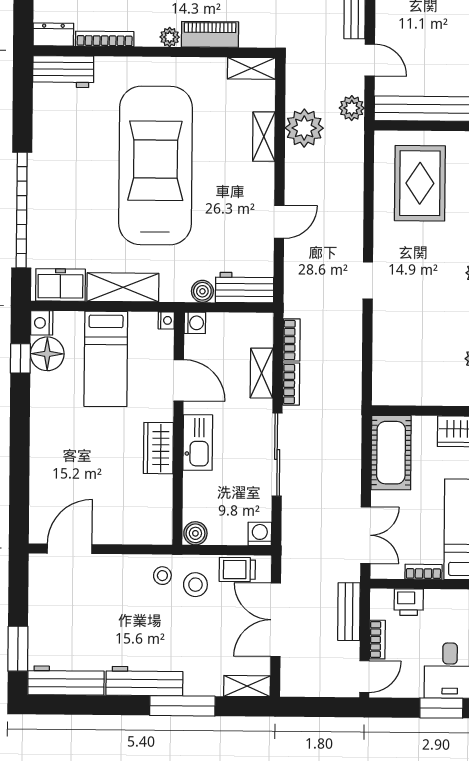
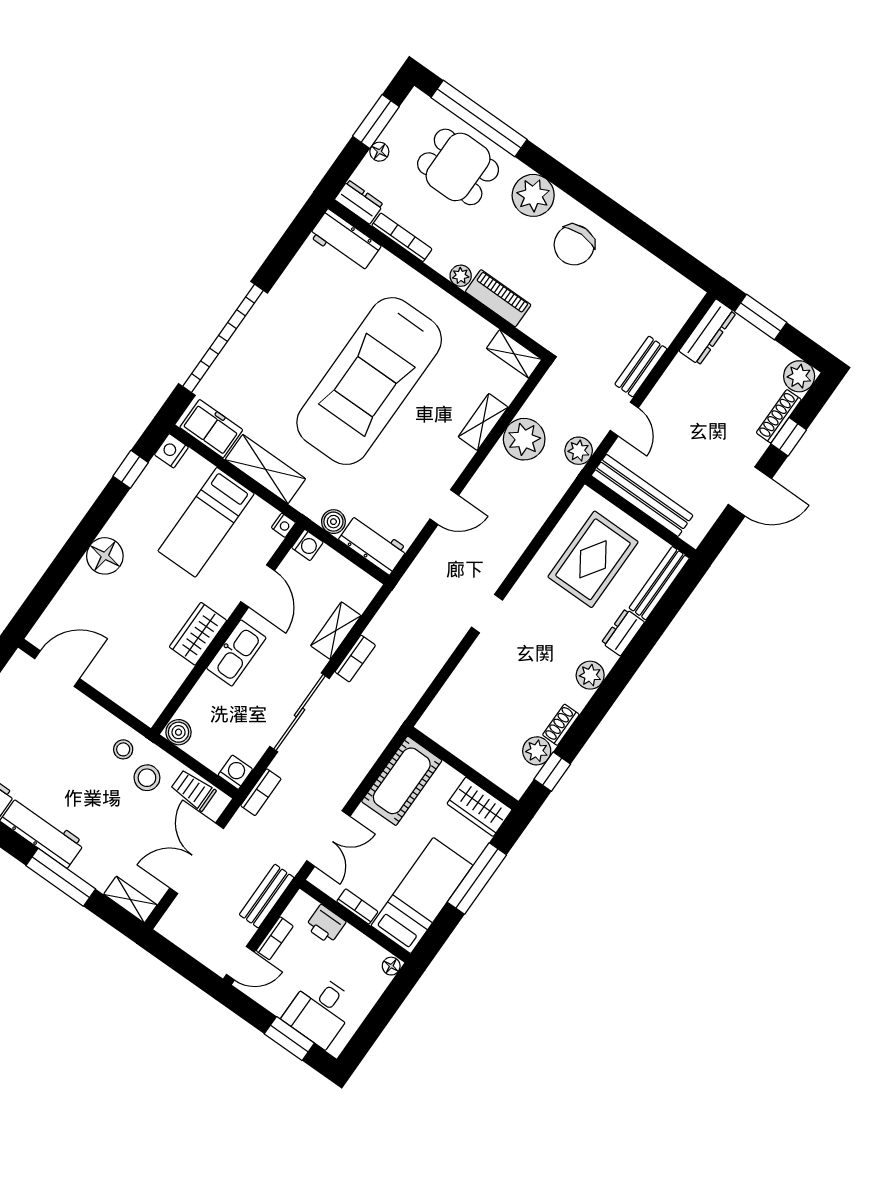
car: (155, 166) -> (369, 381), turned 180
bookcase: (292, 340) -> (261, 792), moved
floor lamp: (47, 354) -> (105, 556), moved

